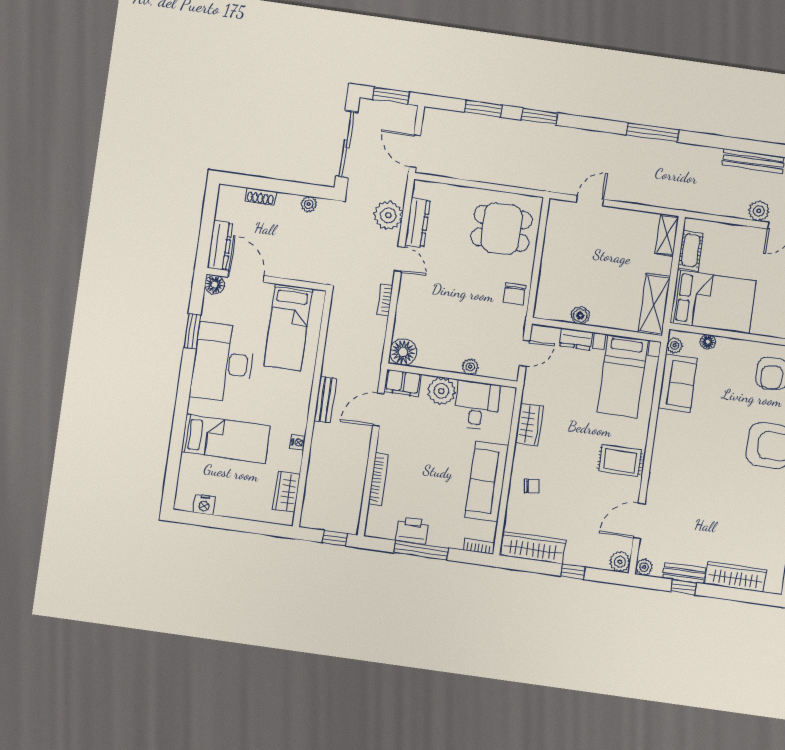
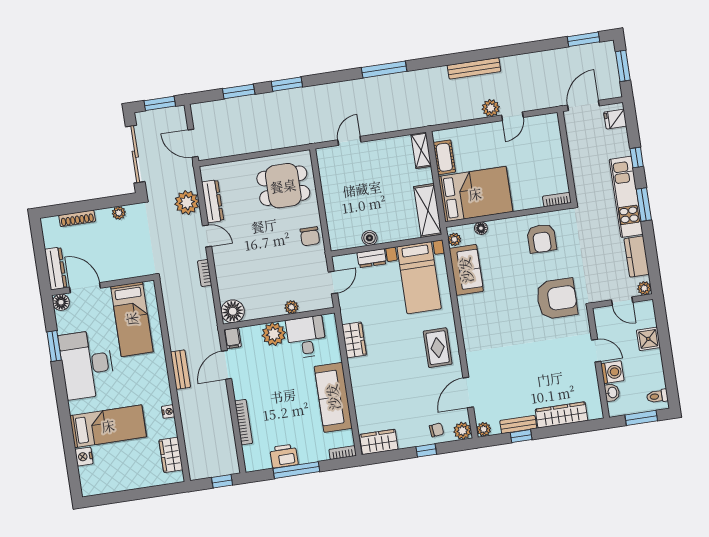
shoe rack: (260, 196) -> (77, 218), width x1.43
filing cabinet: (403, 383) -> (232, 338), width x0.50
rug: (620, 461) -> (438, 348), turned 90
chair: (532, 486) -> (436, 430), moved
nightstand: (204, 505) -> (84, 457), moved, turned 90
wardrobe: (533, 548) -> (379, 442), width x0.67

